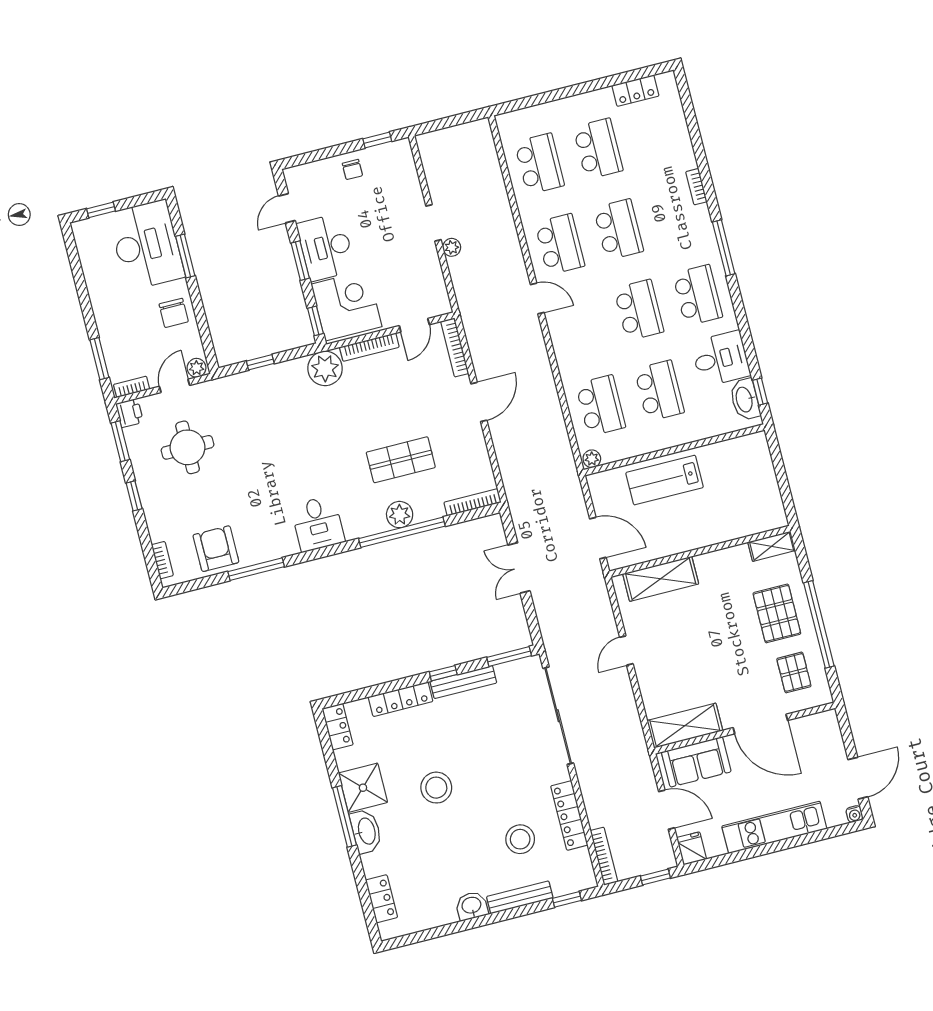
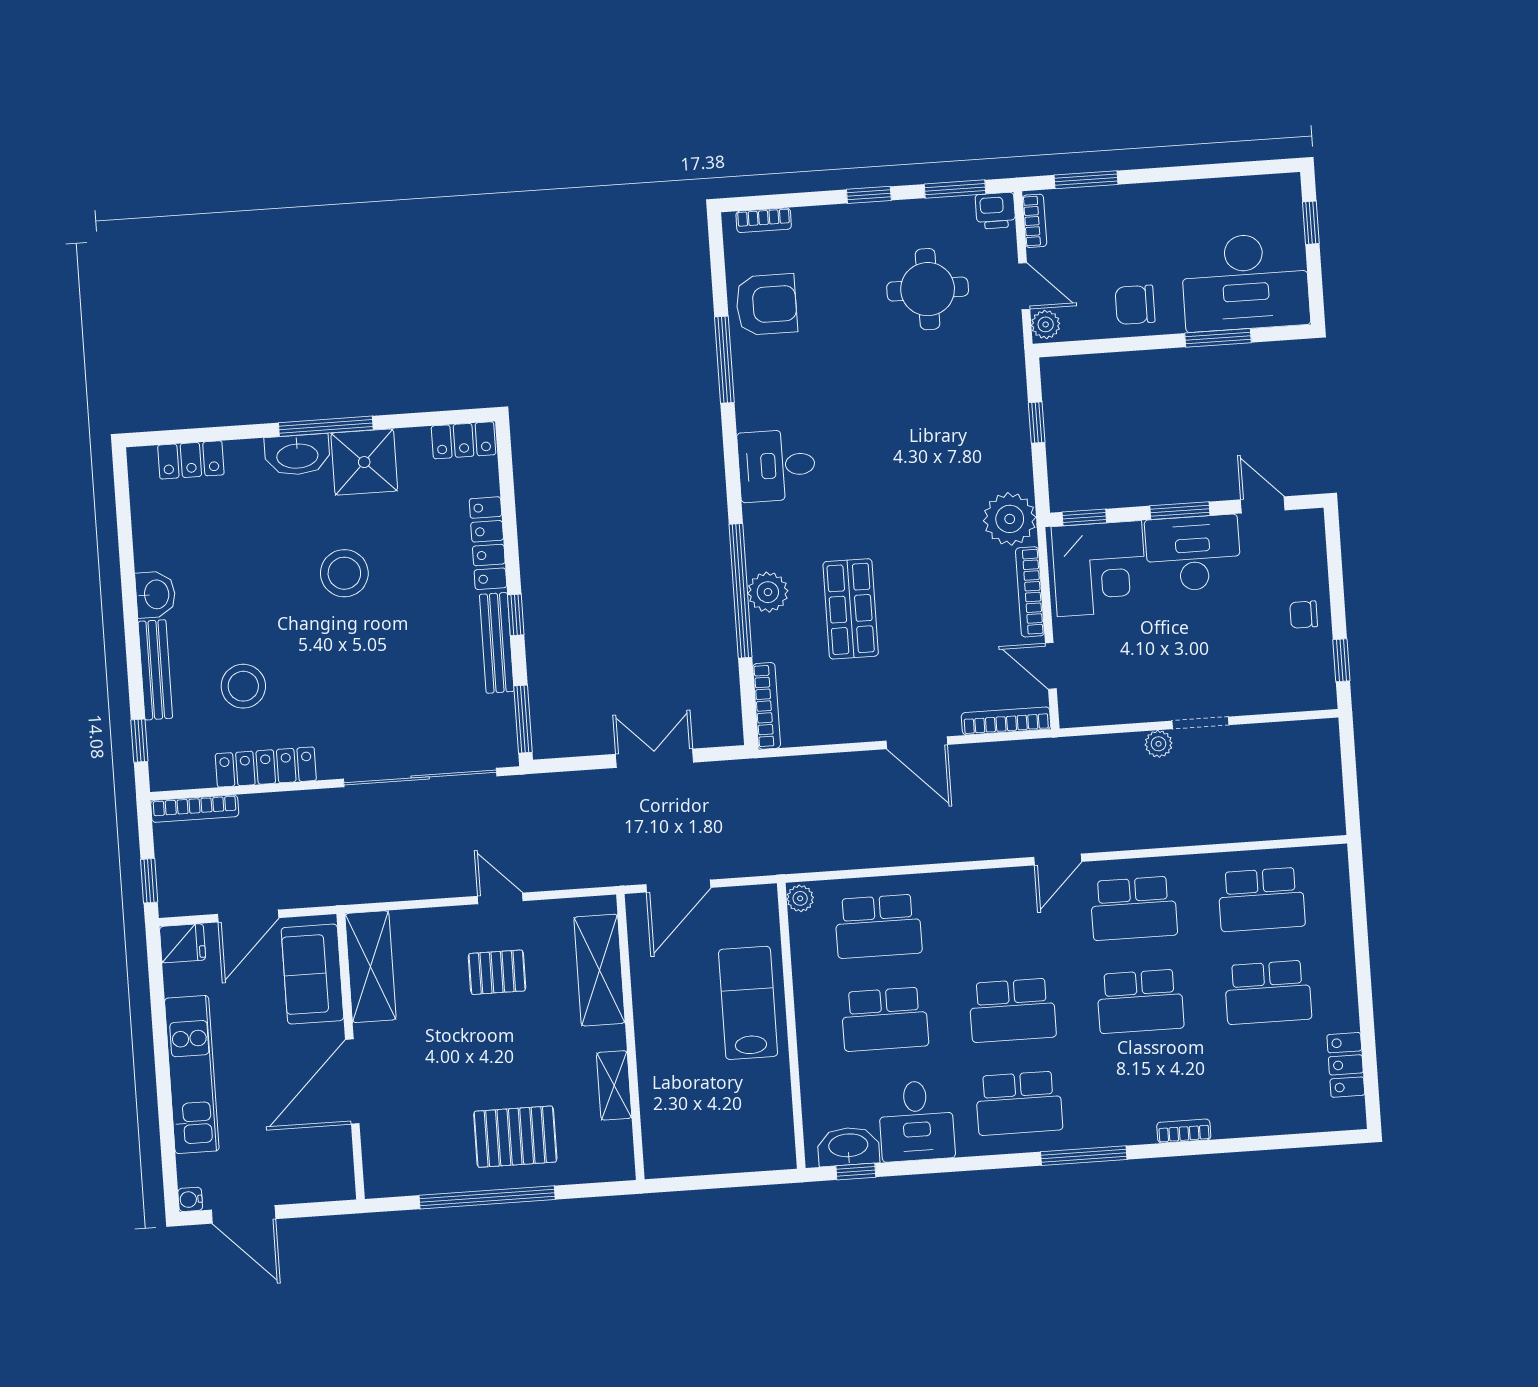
shelving: (772, 546) -> (614, 1085), moved
pallet: (794, 672) -> (497, 972), moved

